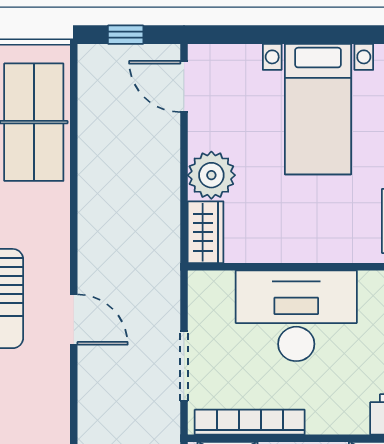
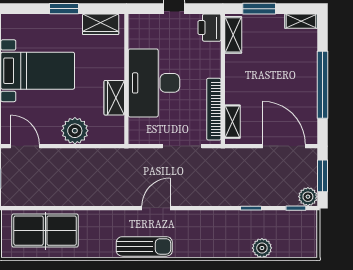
door: (184, 87) -> (25, 146), swing flipped
wardrobe: (206, 232) -> (114, 98), moved, turned -90

